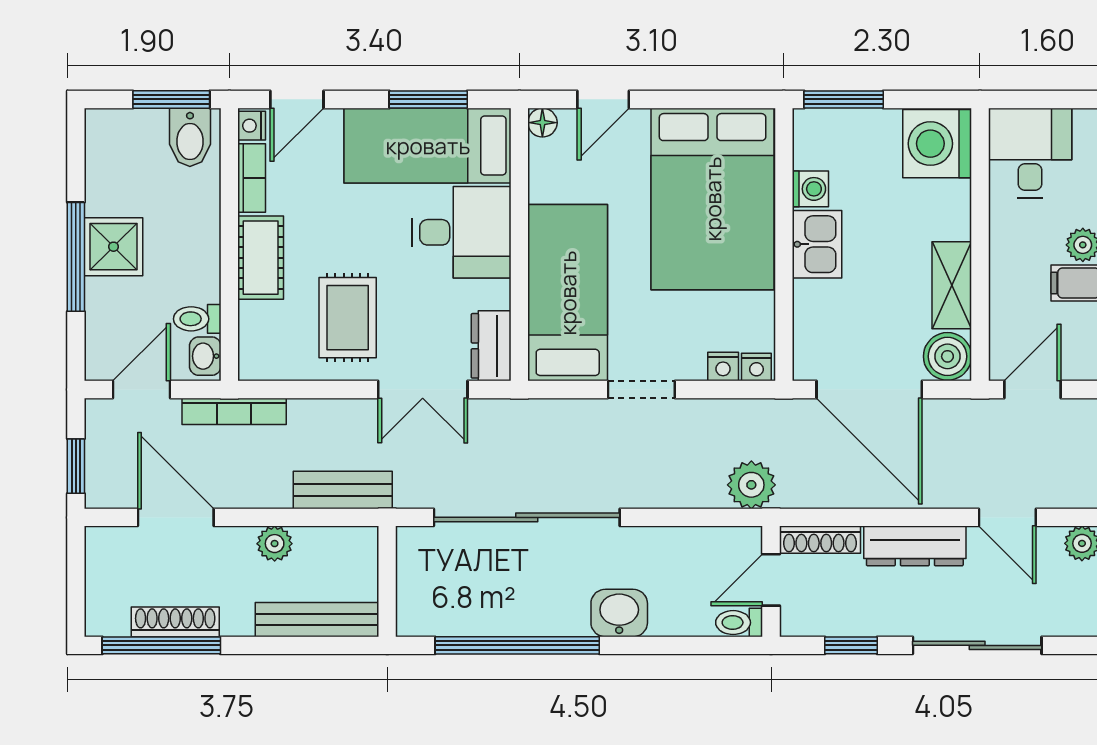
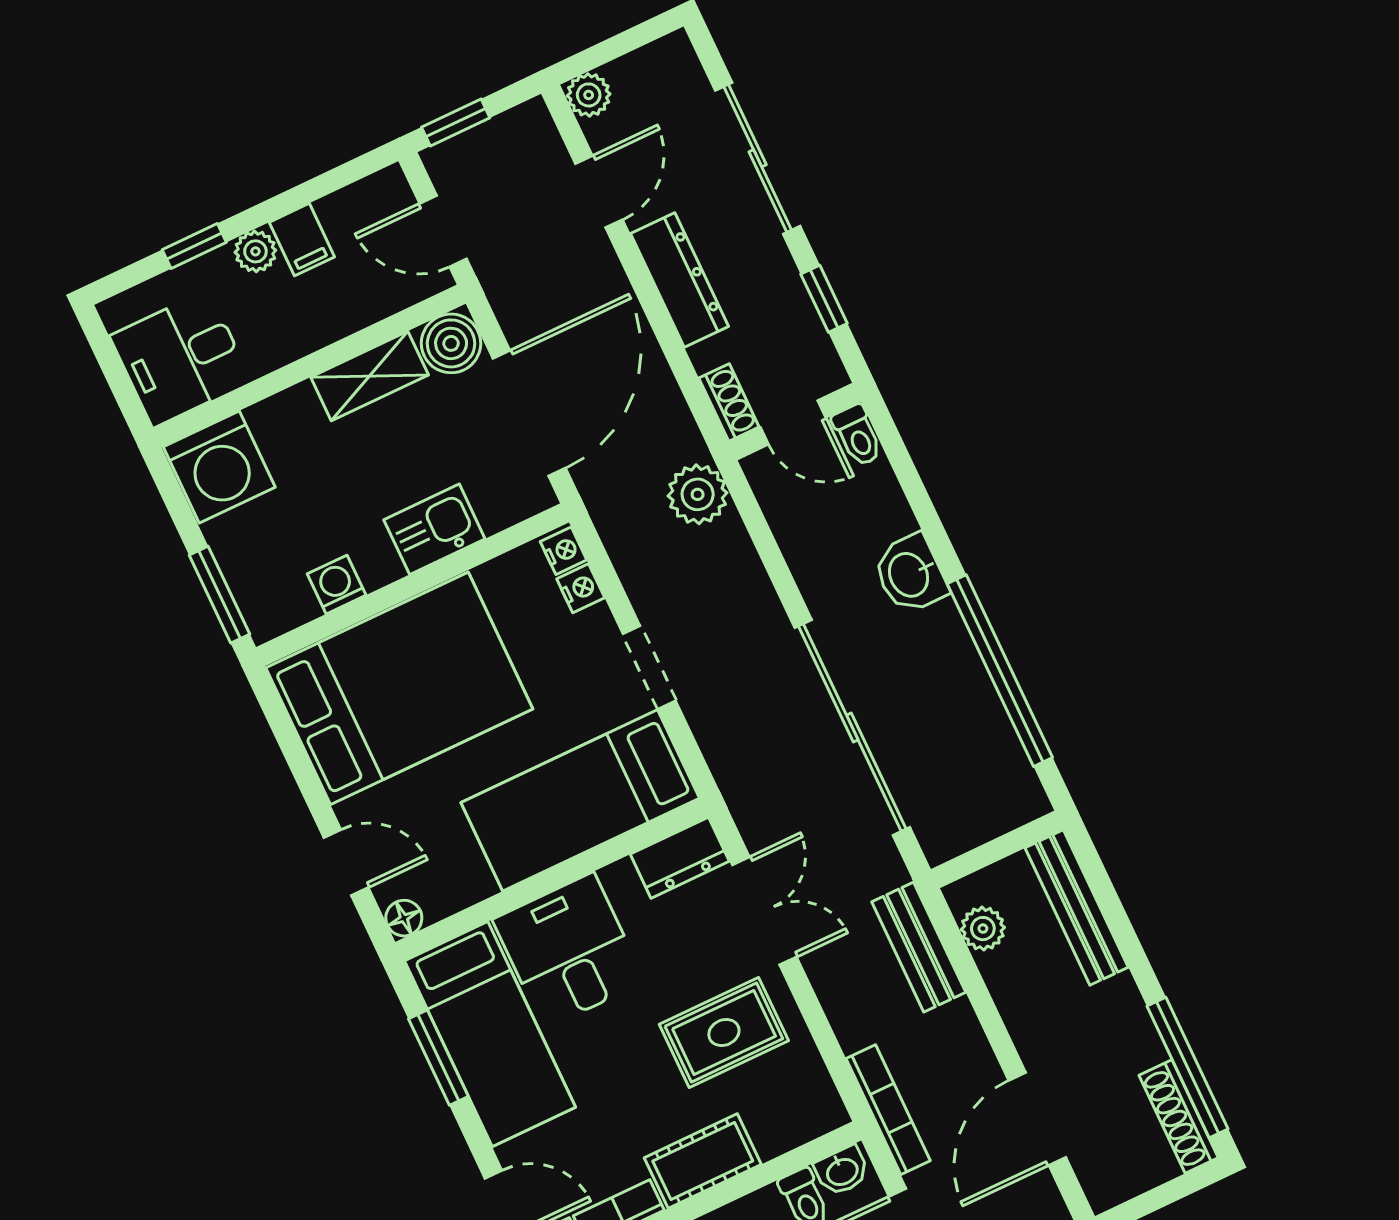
kitchen sink: (817, 244) -> (434, 529), moved
shoe rack: (820, 540) -> (729, 402), width x0.70
plant: (275, 544) -> (983, 929), moved
shoe rack: (175, 622) -> (1179, 1117), moved

